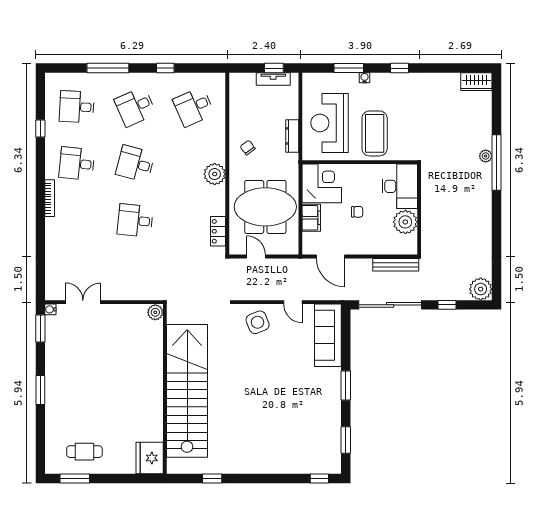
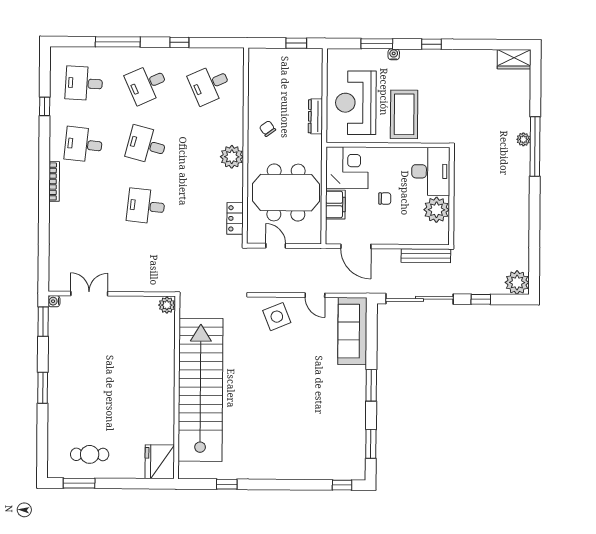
tv unit: (273, 79) -> (295, 55), removed

